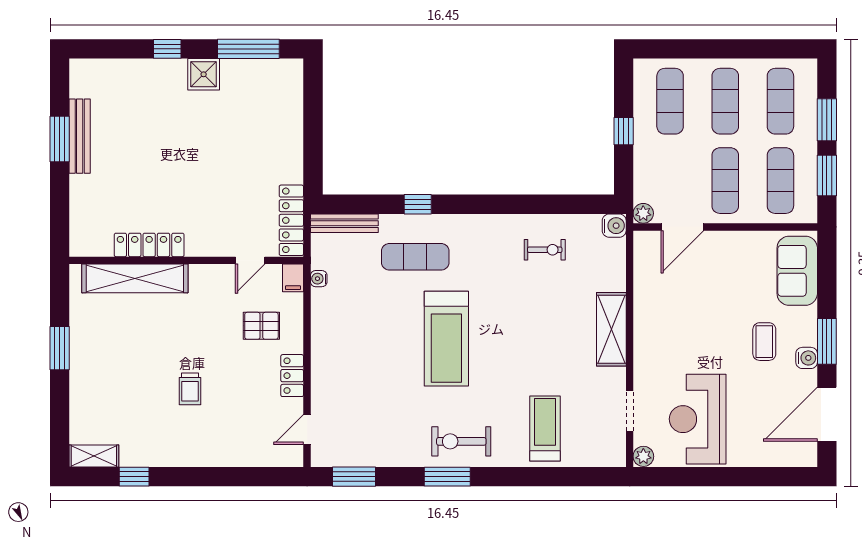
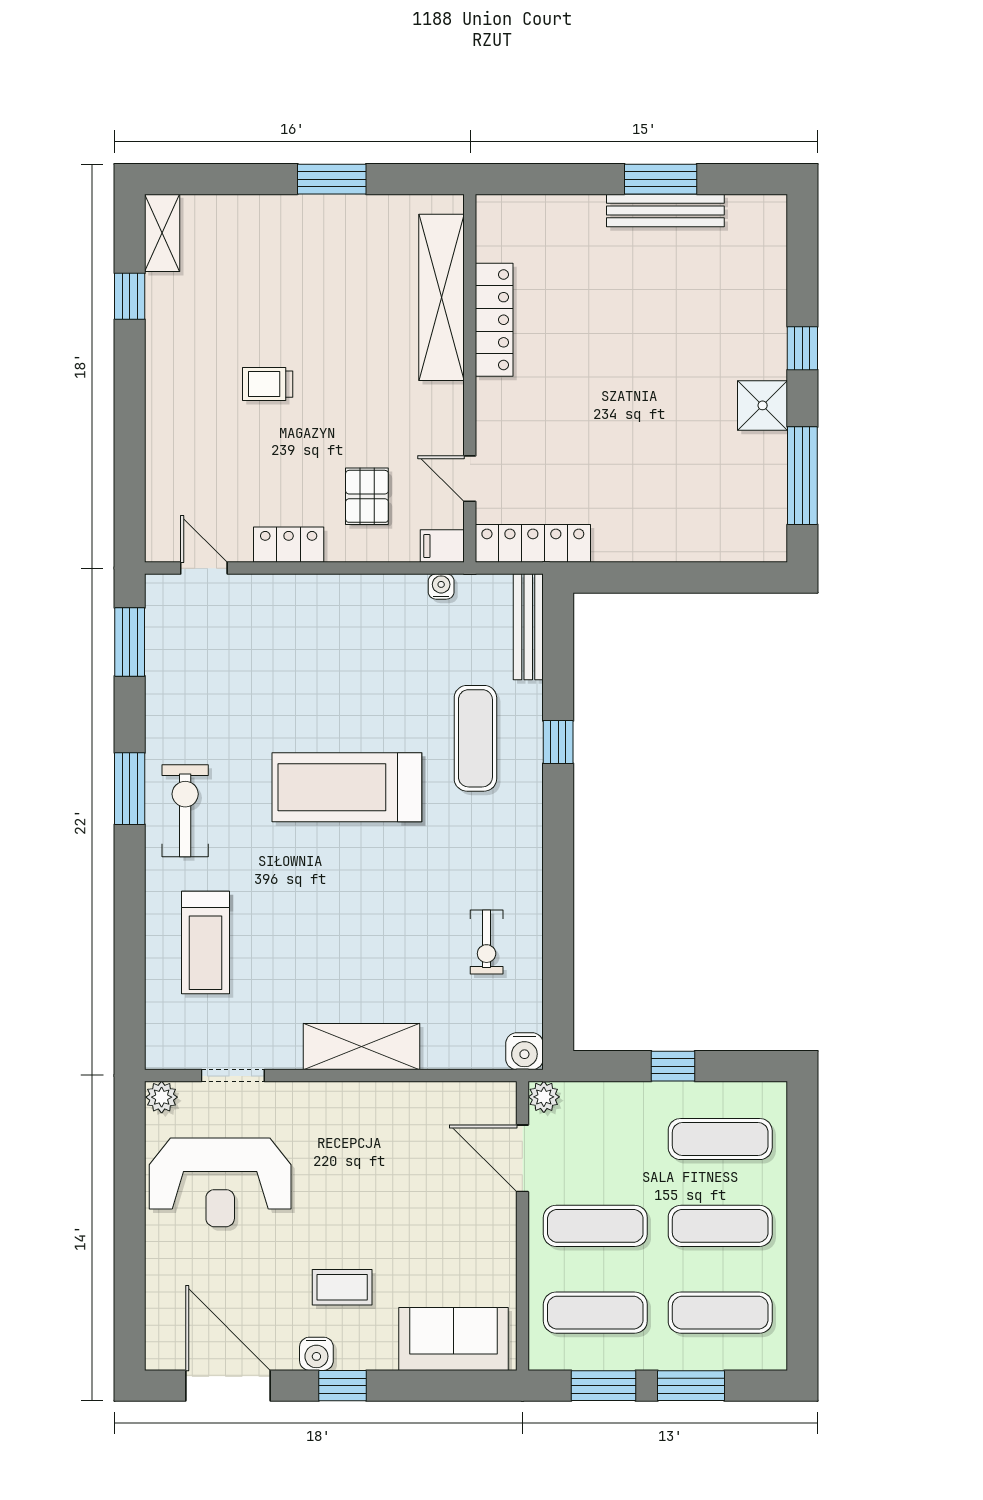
window: (827, 341) -> (343, 1386), width x0.67
reception desk: (698, 419) -> (220, 1182), turned 180
treadmill: (545, 428) -> (205, 942), turned 90

